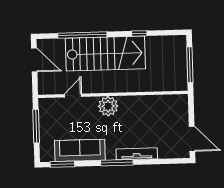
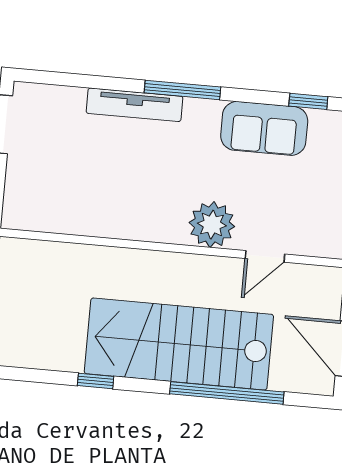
plant: (108, 106) -> (212, 225), moved
sofa: (80, 150) -> (264, 128), width x0.73
window: (62, 164) -> (308, 101), width x0.67

